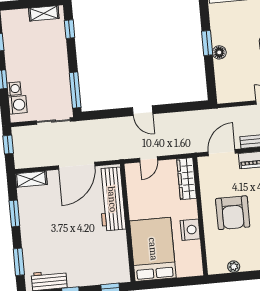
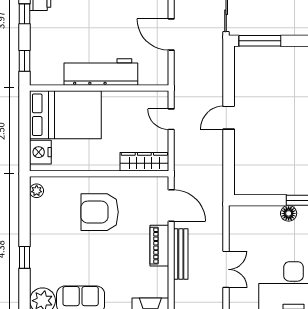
door: (77, 166) -> (171, 35), width x0.73
workbench: (112, 199) -> (101, 72), moved
nightstand: (190, 230) -> (40, 152), moved, turned 90
plant: (234, 267) -> (37, 191), moved

